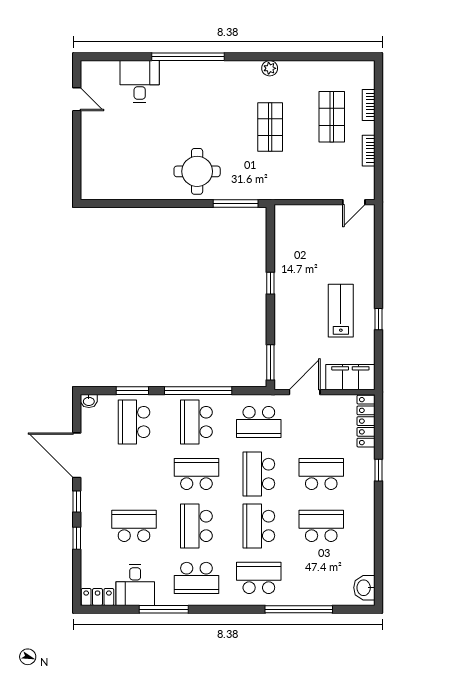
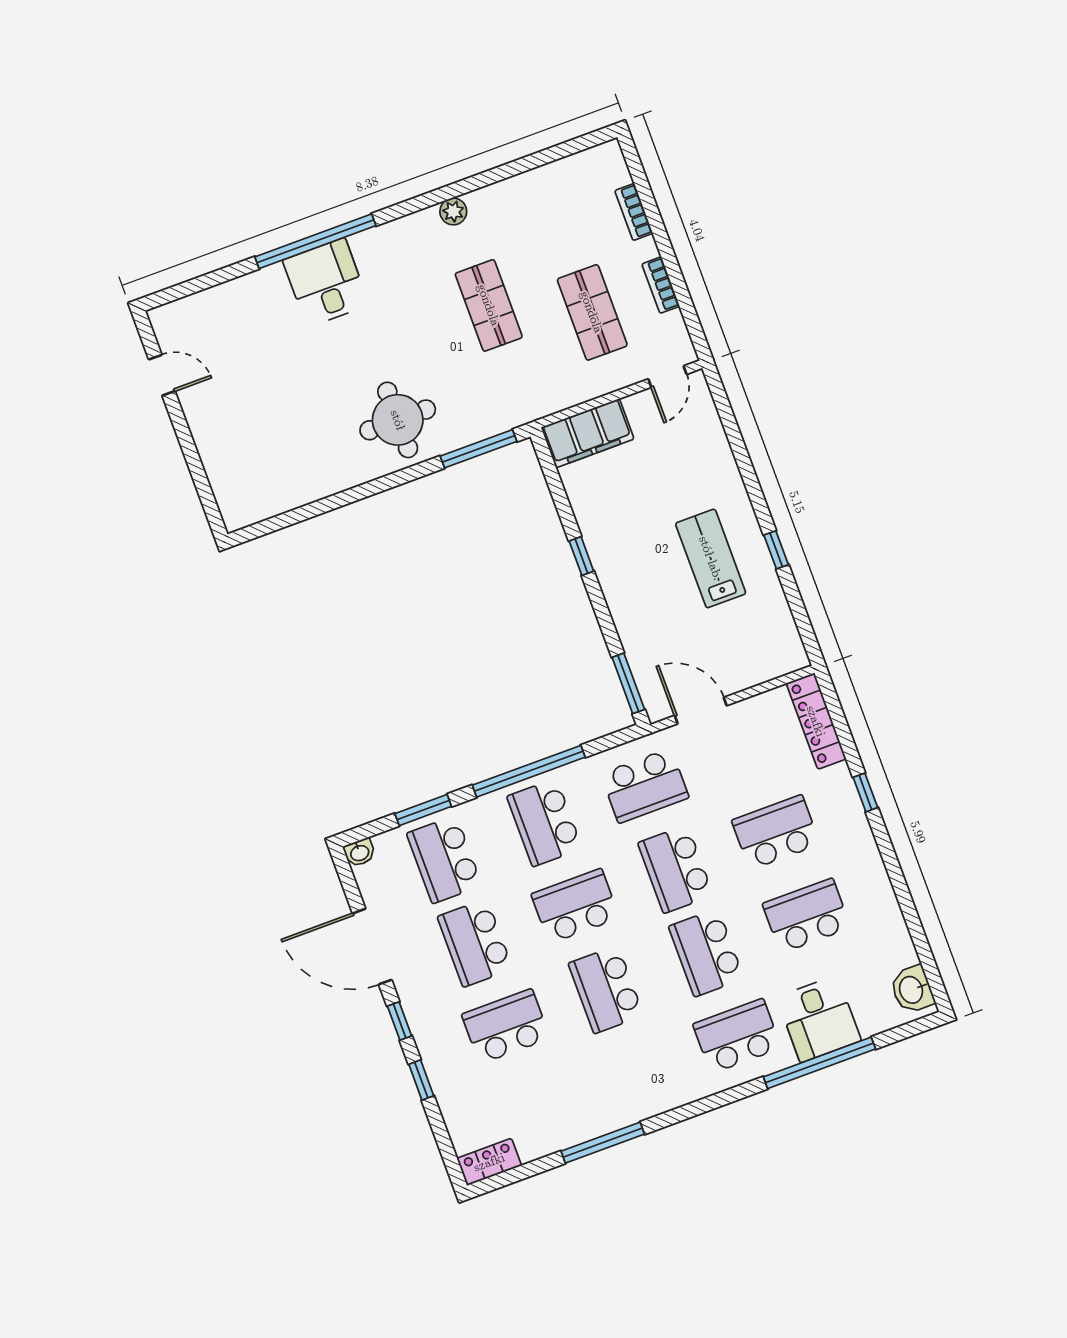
desk: (140, 82) -> (326, 283), moved
shop shelf: (332, 117) -> (592, 312), moved
filing cabinet: (350, 377) -> (587, 433), moved, turned 180
door: (305, 392) -> (701, 711), hinge flipped
school desk: (196, 578) -> (475, 943), moved, turned 90
desk: (135, 585) -> (819, 1019), moved

